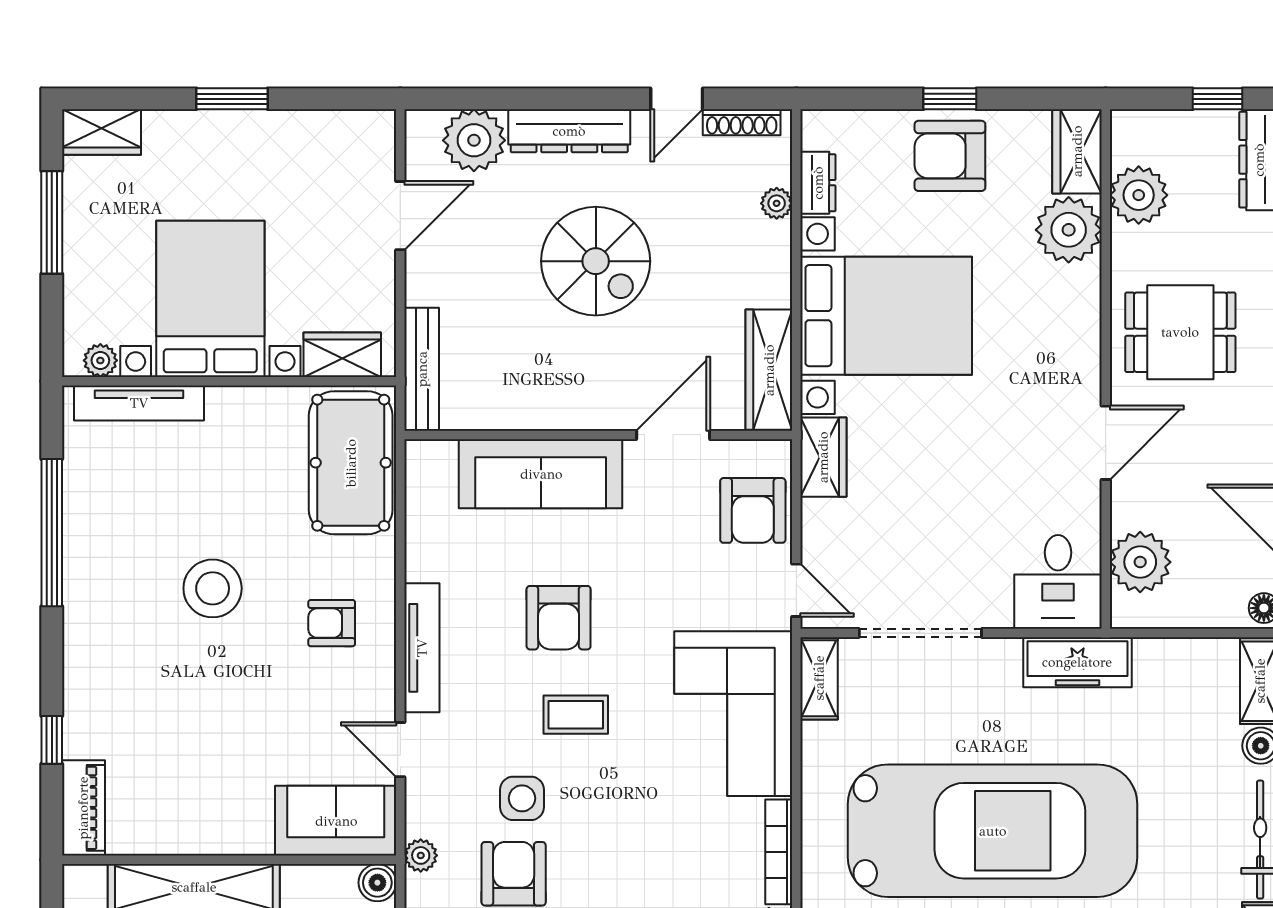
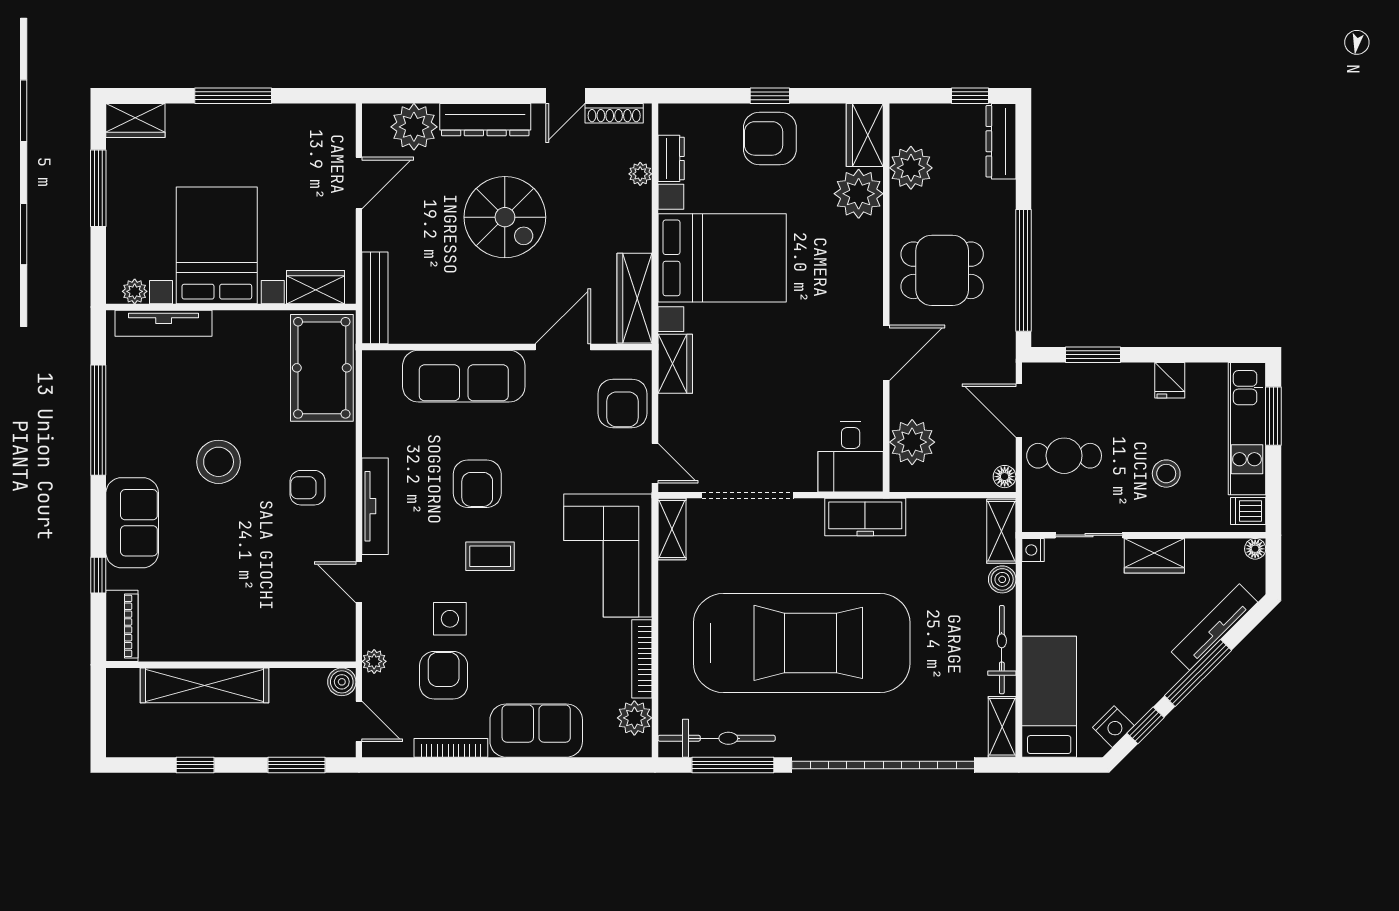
window: (232, 99) -> (233, 96), width x1.44
sofa: (336, 821) -> (132, 523), moved, turned 90

